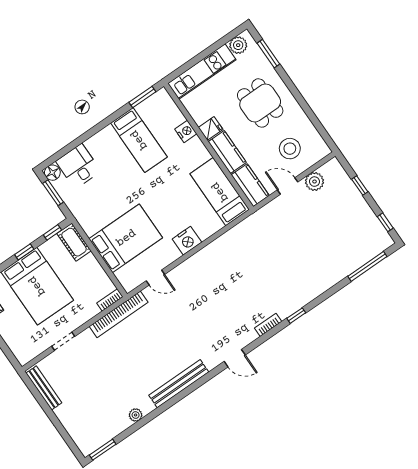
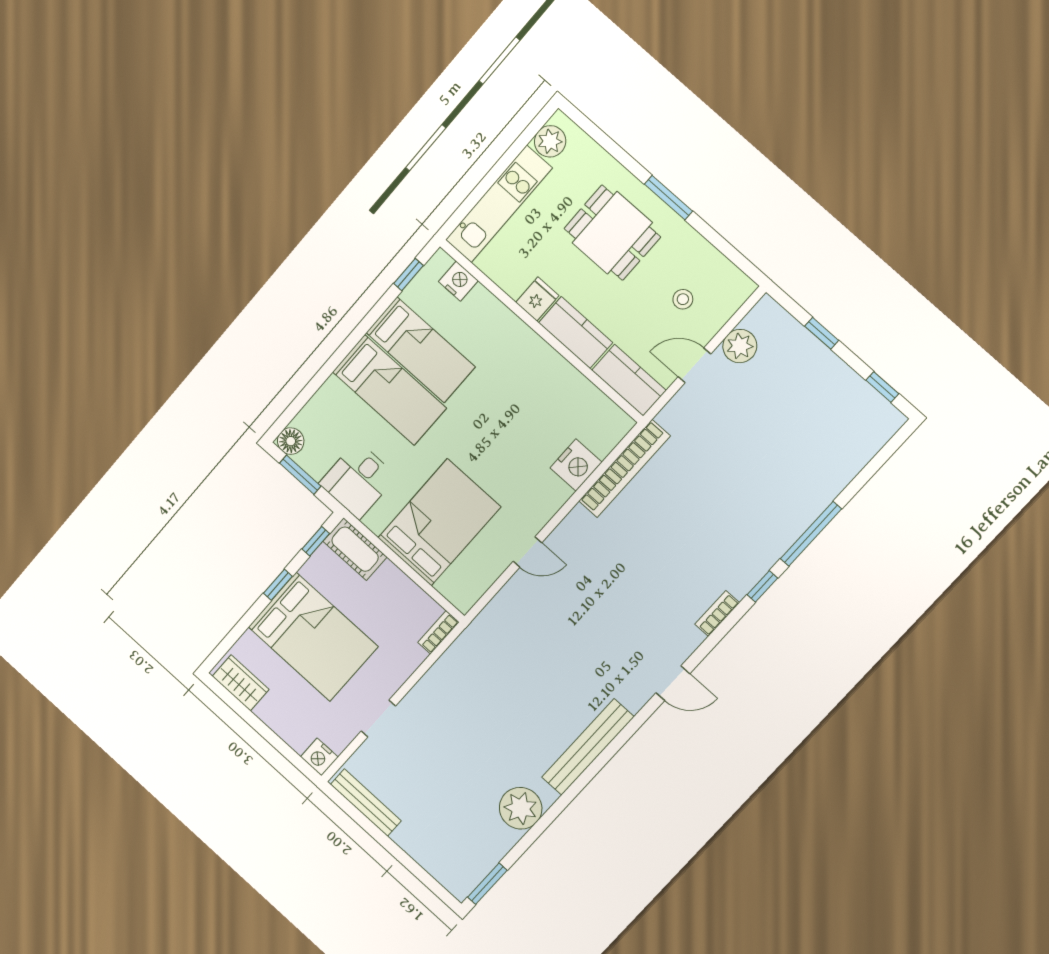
window: (268, 54) -> (668, 198), moved
window: (142, 97) -> (408, 275), width x0.67
nightstand: (186, 131) -> (458, 281), moved
stool: (290, 149) -> (683, 299), width x0.53, depth x0.53
desk: (78, 166) -> (358, 480), moved, turned -90
bed: (220, 192) -> (389, 390), moved, turned 180
nightstand: (187, 241) -> (576, 465), moved
window: (367, 266) -> (811, 534), moved
door: (155, 278) -> (527, 552), moved
bookcase: (119, 314) -> (624, 469), moved
nightstand: (23, 356) -> (319, 757), added
plant: (136, 415) -> (521, 808), width x1.88, depth x1.88

